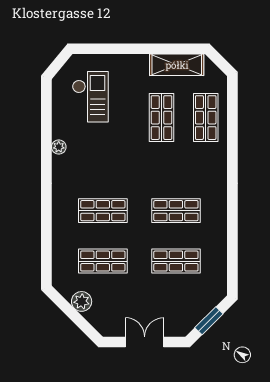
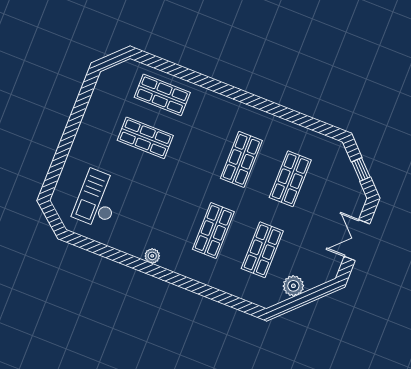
shelving: (177, 65) -> (100, 103), removed
checkout: (90, 97) -> (98, 199), turned -90
plant: (59, 147) -> (152, 256), moved
window: (209, 321) -> (361, 169), width x0.67

